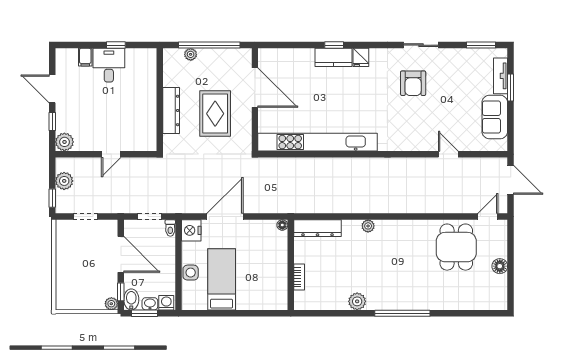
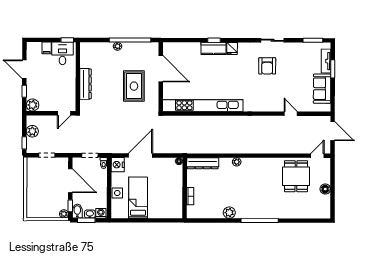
wall: (160, 100) -> (78, 77), moved
dresser: (171, 110) -> (85, 84), moved

